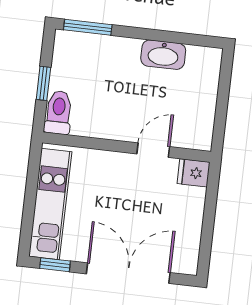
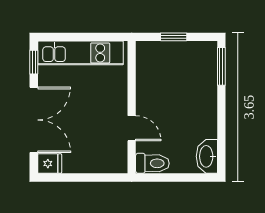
washbasin: (163, 55) -> (207, 156), moved
toilet: (58, 112) -> (152, 163), moved
fridge: (194, 173) -> (50, 164), moved, turned 90

